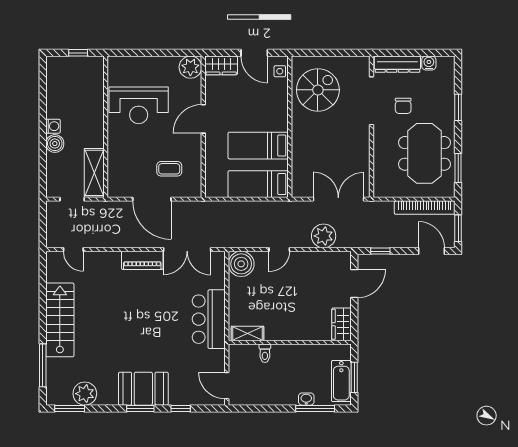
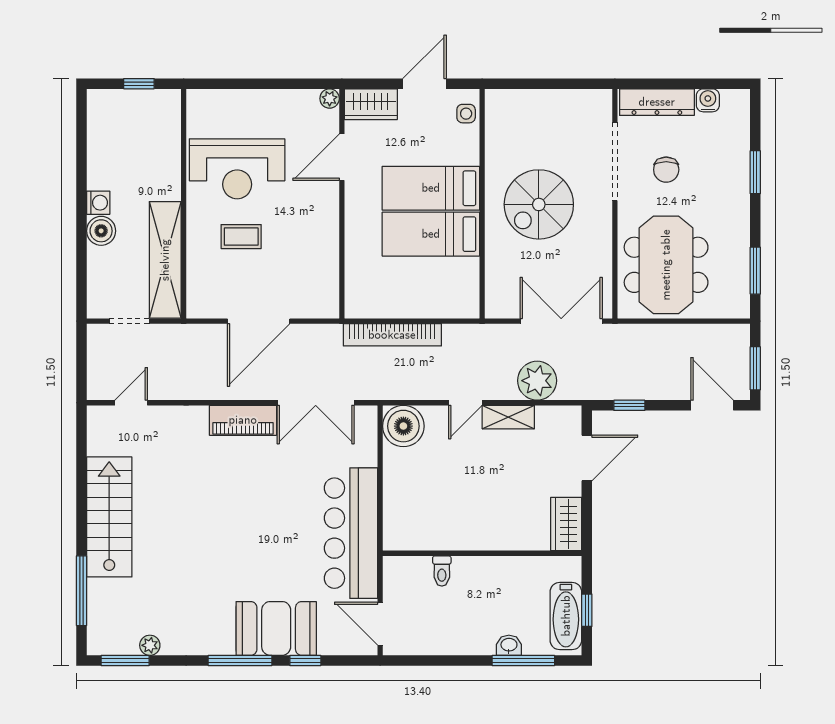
door: (254, 53) -> (424, 84), swing flipped
plant: (190, 67) -> (330, 99), width x0.53, depth x0.53
spiral stairs: (318, 90) -> (539, 204), moved, turned 180
door: (203, 119) -> (342, 157), moved
meeting table: (424, 153) -> (666, 265), moved
coffee table: (169, 169) -> (241, 237), moved
shelving: (94, 173) -> (165, 260), width x1.47
bed: (258, 184) -> (431, 188), moved
door: (152, 199) -> (259, 321), hinge flipped
bookcase: (425, 208) -> (392, 335), moved
door: (73, 250) -> (131, 403), swing flipped
bar counter: (209, 319) -> (351, 533), width x1.36
shelving: (248, 334) -> (508, 417), moved
window: (354, 377) -> (587, 610), width x0.67
booth: (143, 389) -> (276, 628), moved
plant: (85, 394) -> (150, 645), width x0.53, depth x0.53
window: (140, 408) -> (240, 660), width x1.44

